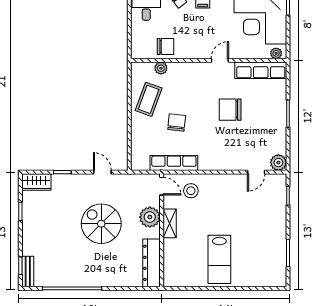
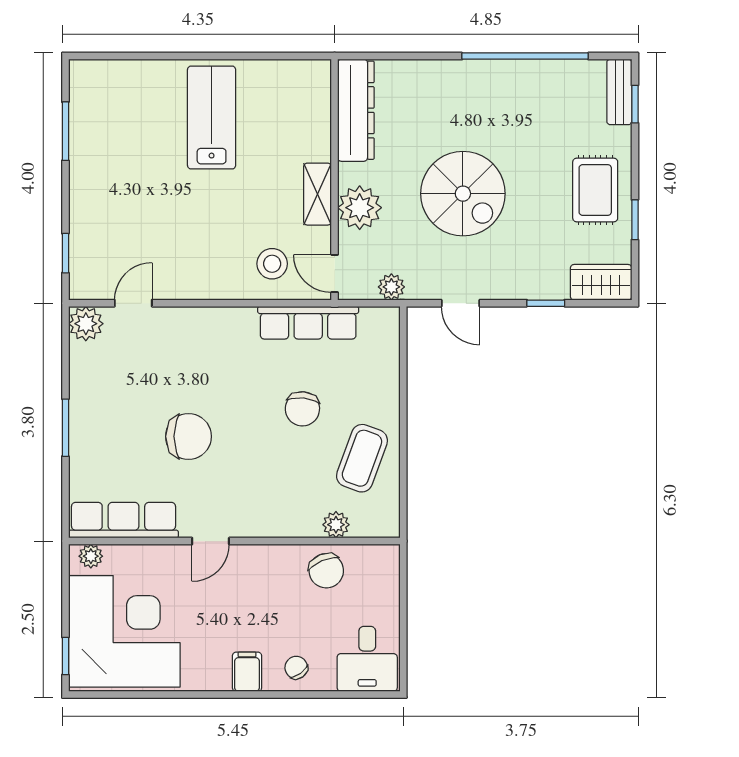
chair: (165, 47) -> (326, 571), turned -113
plant: (135, 180) -> (391, 287), added
rug: (39, 225) -> (595, 190), added

